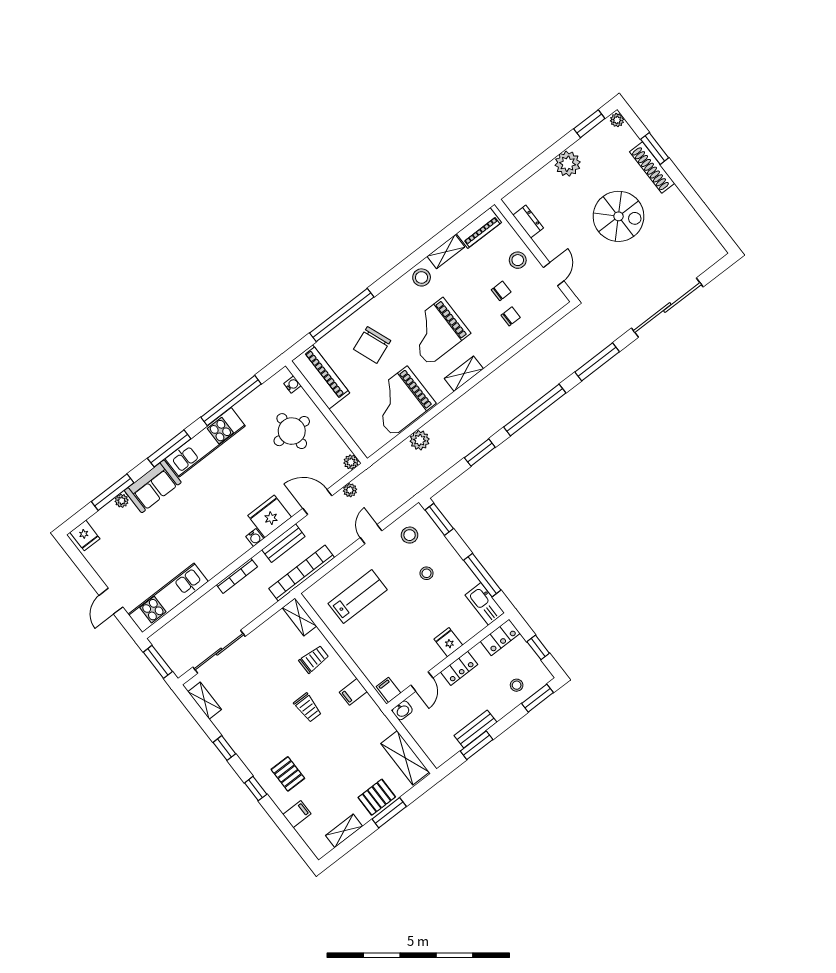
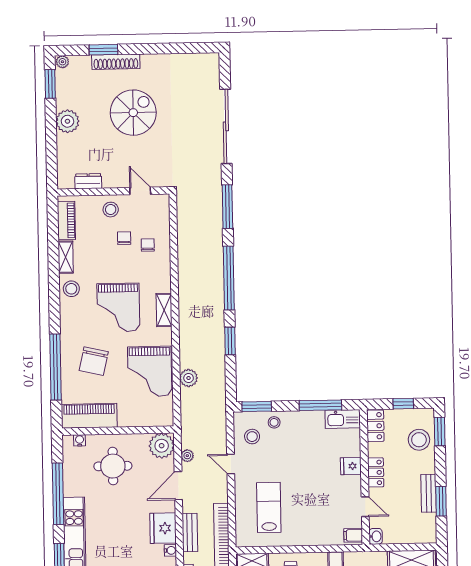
chair: (372, 345) -> (94, 361), turned 34
plant: (351, 462) -> (162, 446), width x1.87, depth x1.87
stool: (427, 573) -> (274, 422), moved
stool: (517, 685) -> (419, 440), width x1.89, depth x1.89

